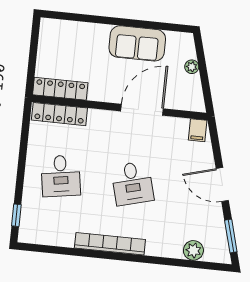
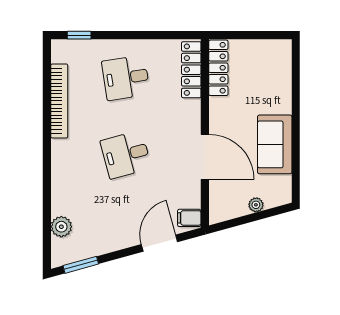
door: (222, 184) -> (159, 243), moved
bookcase: (110, 244) -> (59, 101), moved

